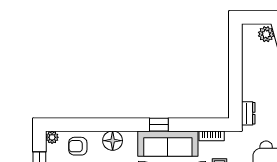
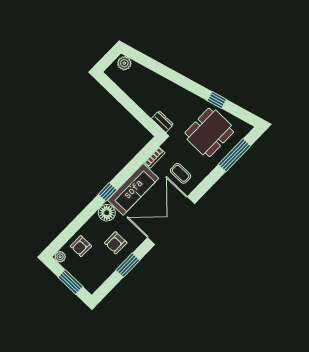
window: (159, 125) -> (108, 192), moved
floor lamp: (113, 141) -> (107, 213), moved

